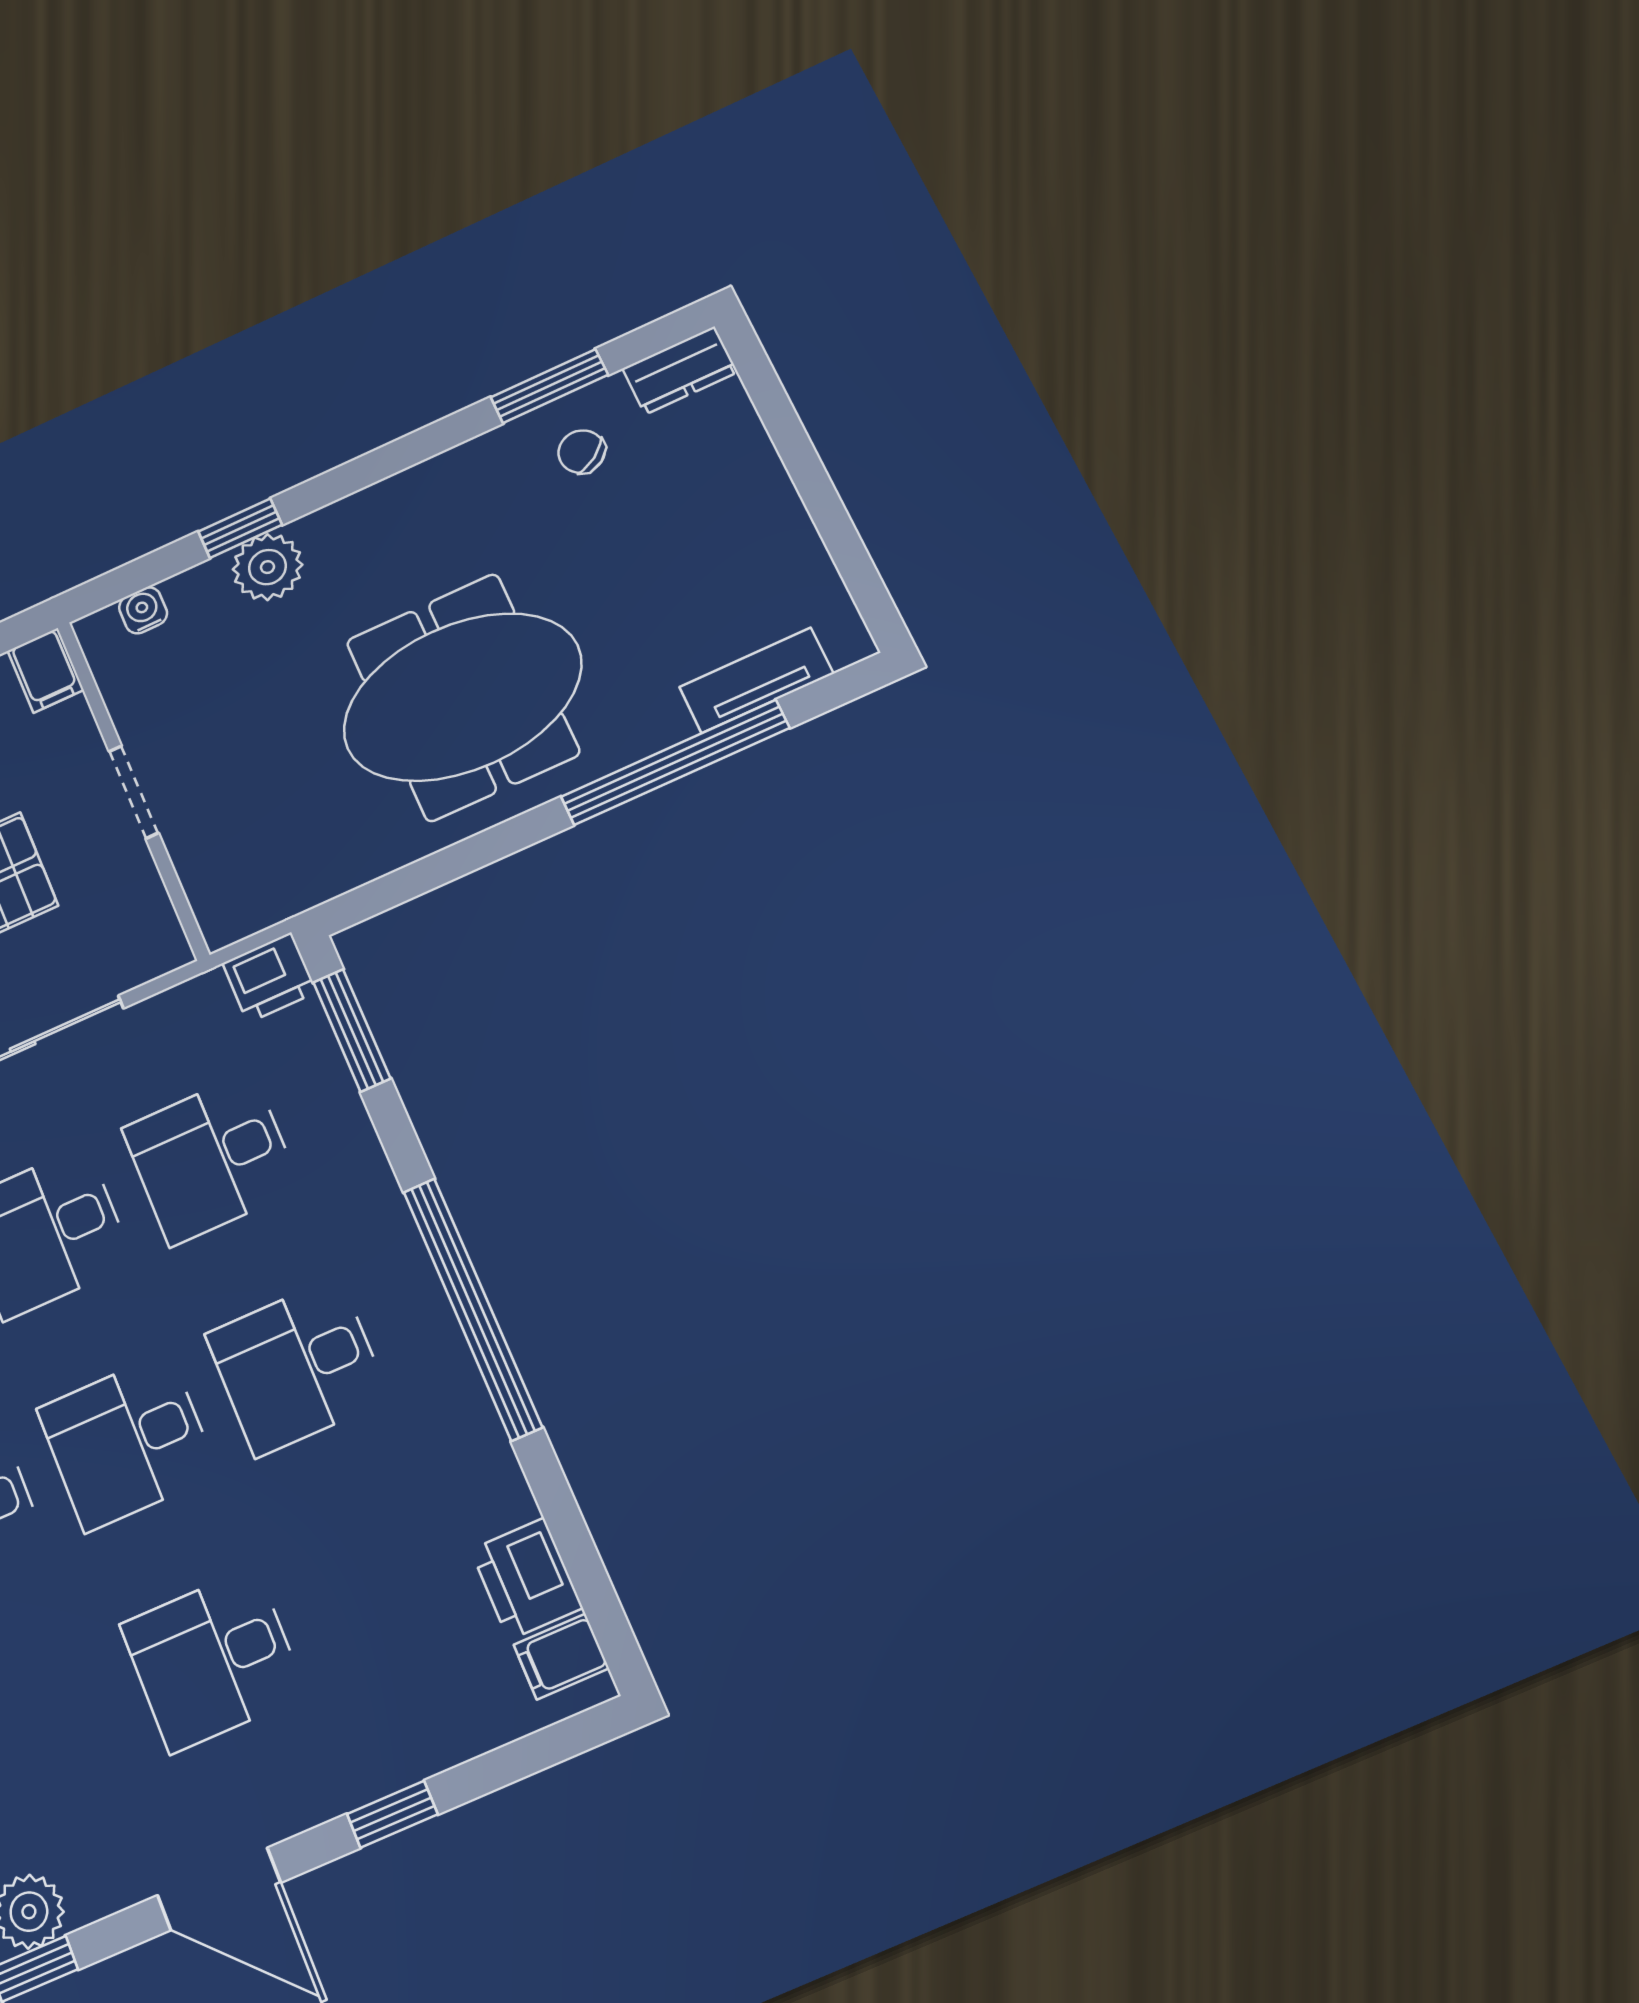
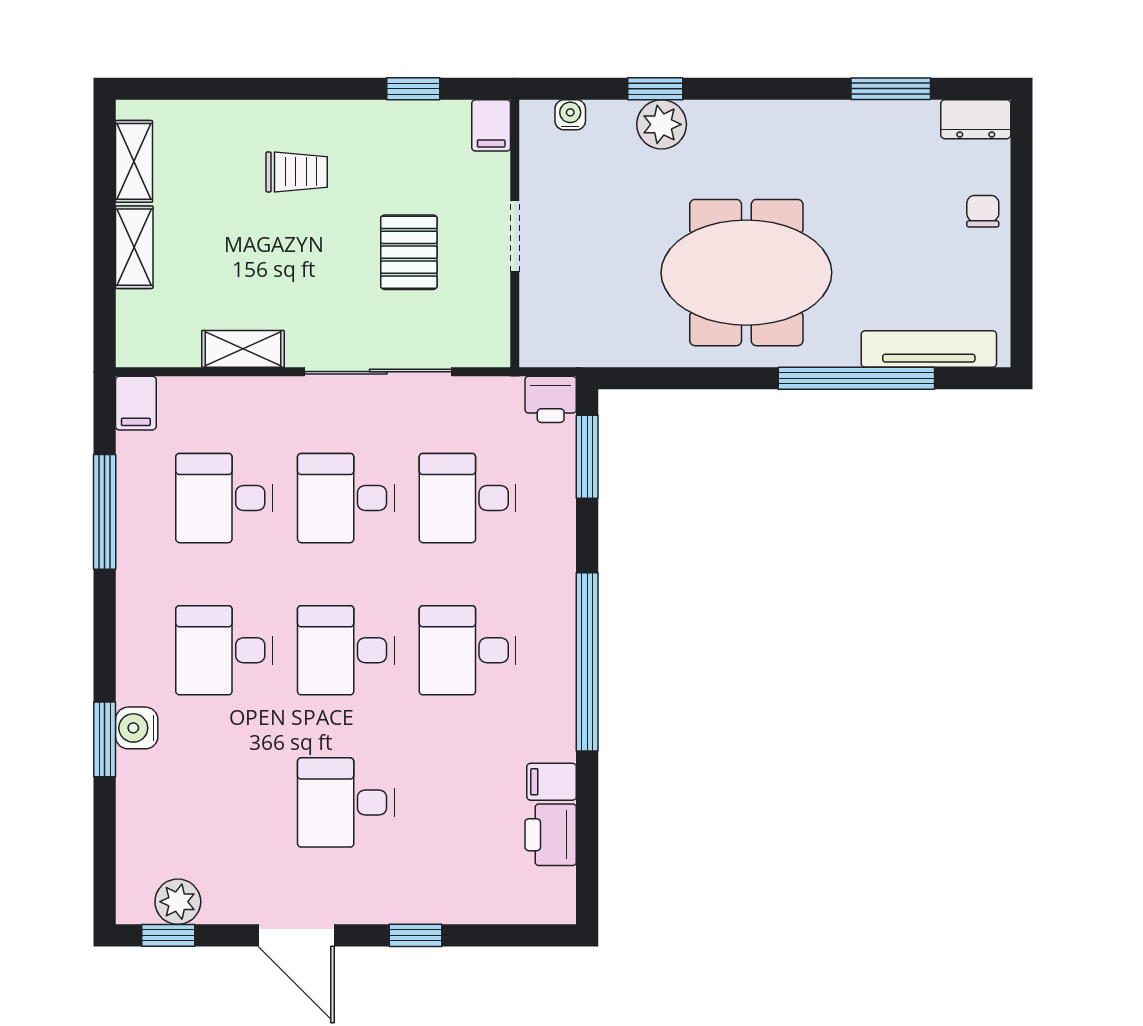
chair: (582, 452) -> (983, 211), moved, turned 35
tv unit: (756, 680) -> (929, 349), width x1.41
filing cabinet: (561, 1656) -> (552, 782), moved

